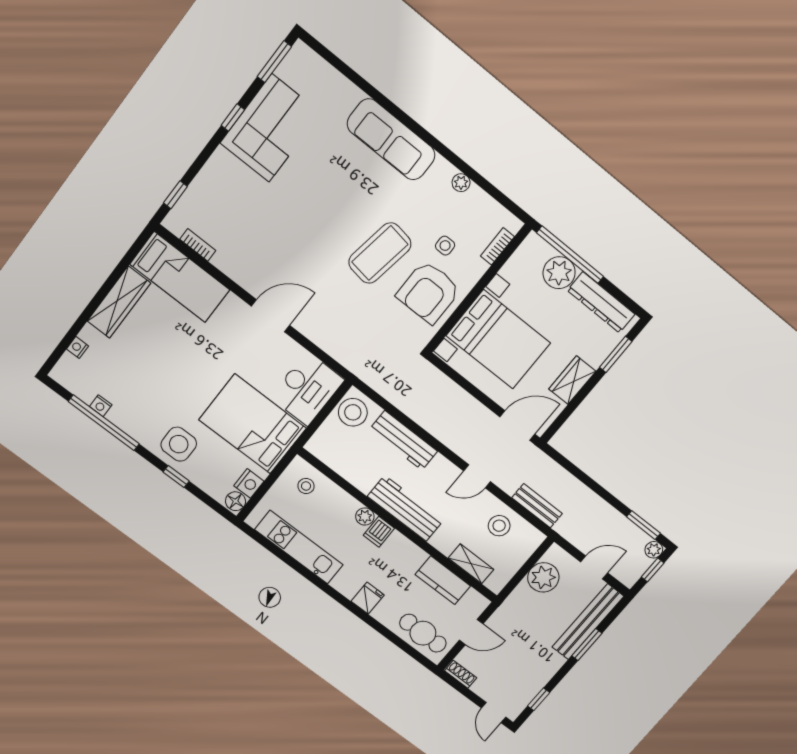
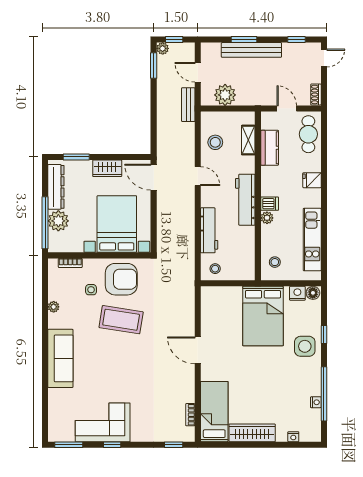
desk: (307, 389) -> (221, 302), removed
stool: (353, 412) -> (215, 269), width x0.53, depth x0.53
bench: (537, 506) -> (188, 105), moved
bench: (588, 622) -> (251, 50), moved

